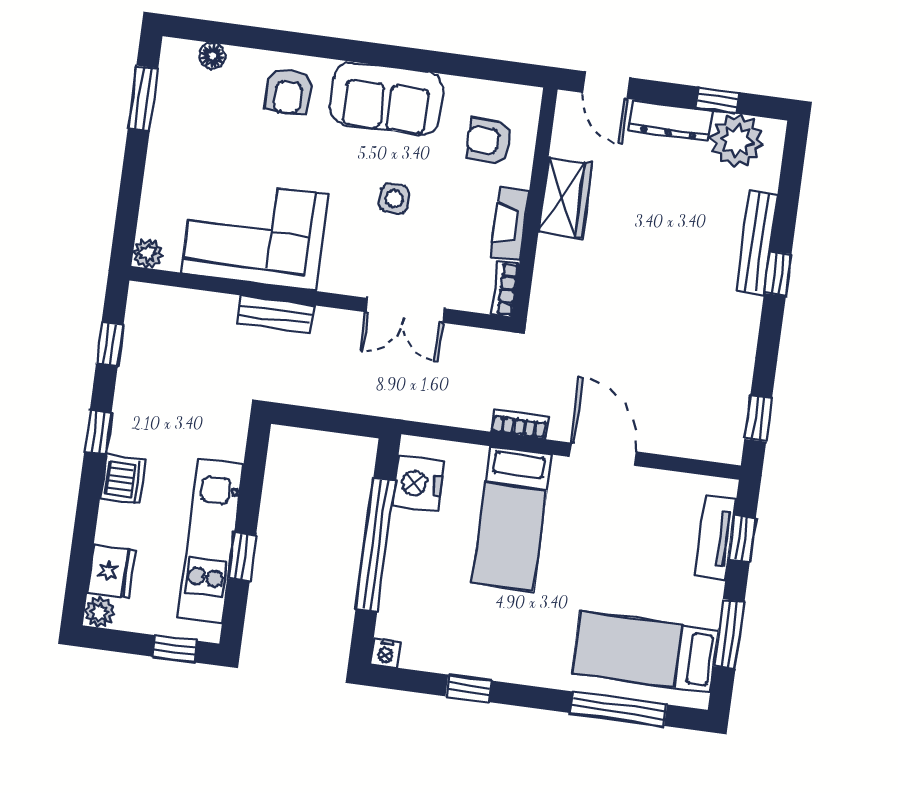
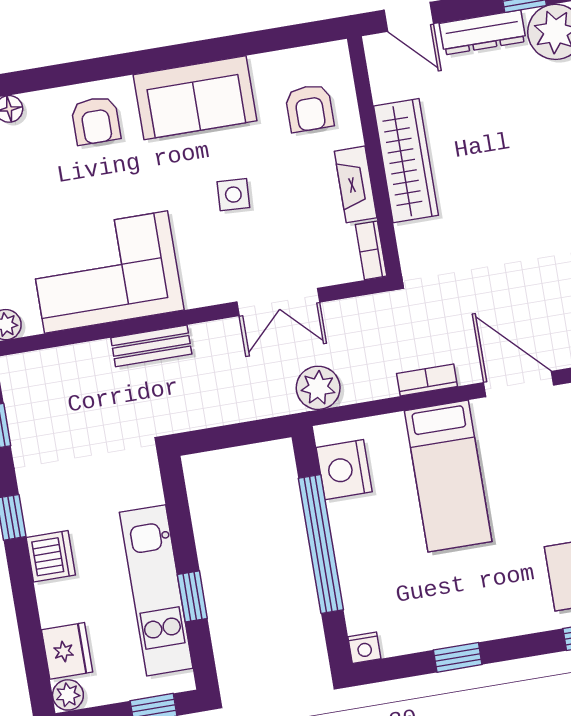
armchair: (489, 141) -> (309, 108), turned -90
wardrobe: (565, 198) -> (406, 161), width x1.50
plant: (417, 401) -> (318, 388), added

